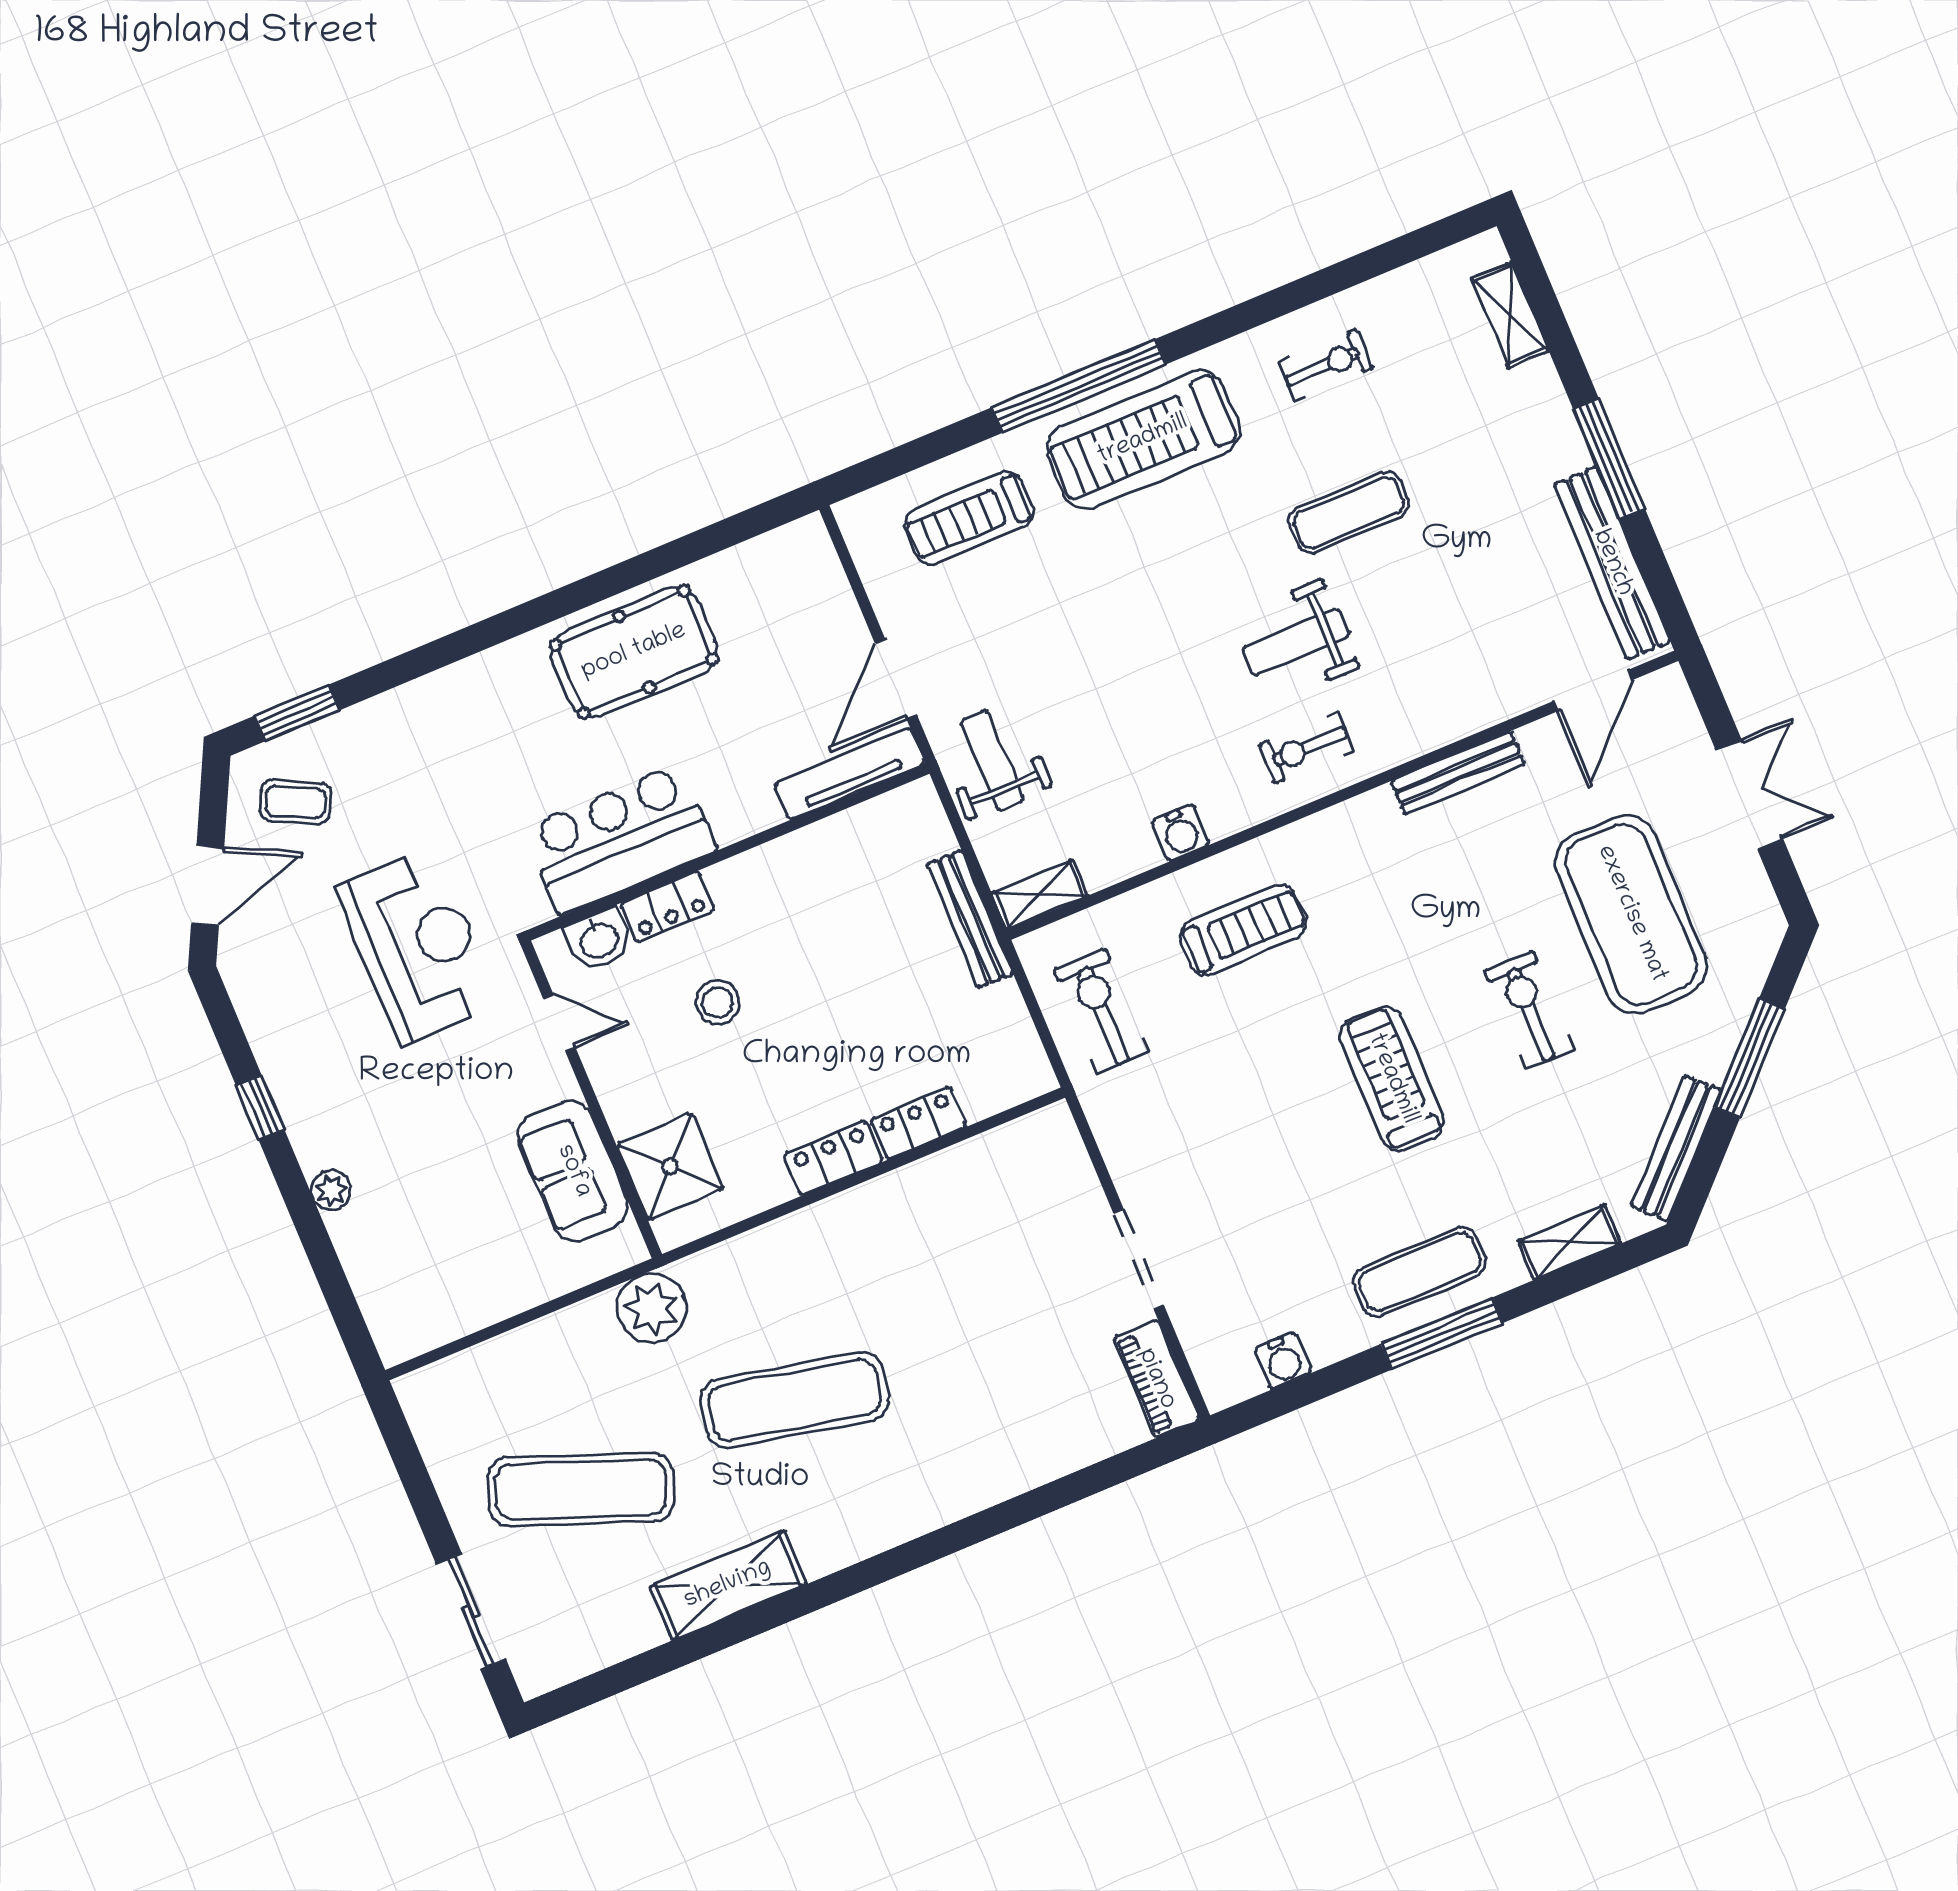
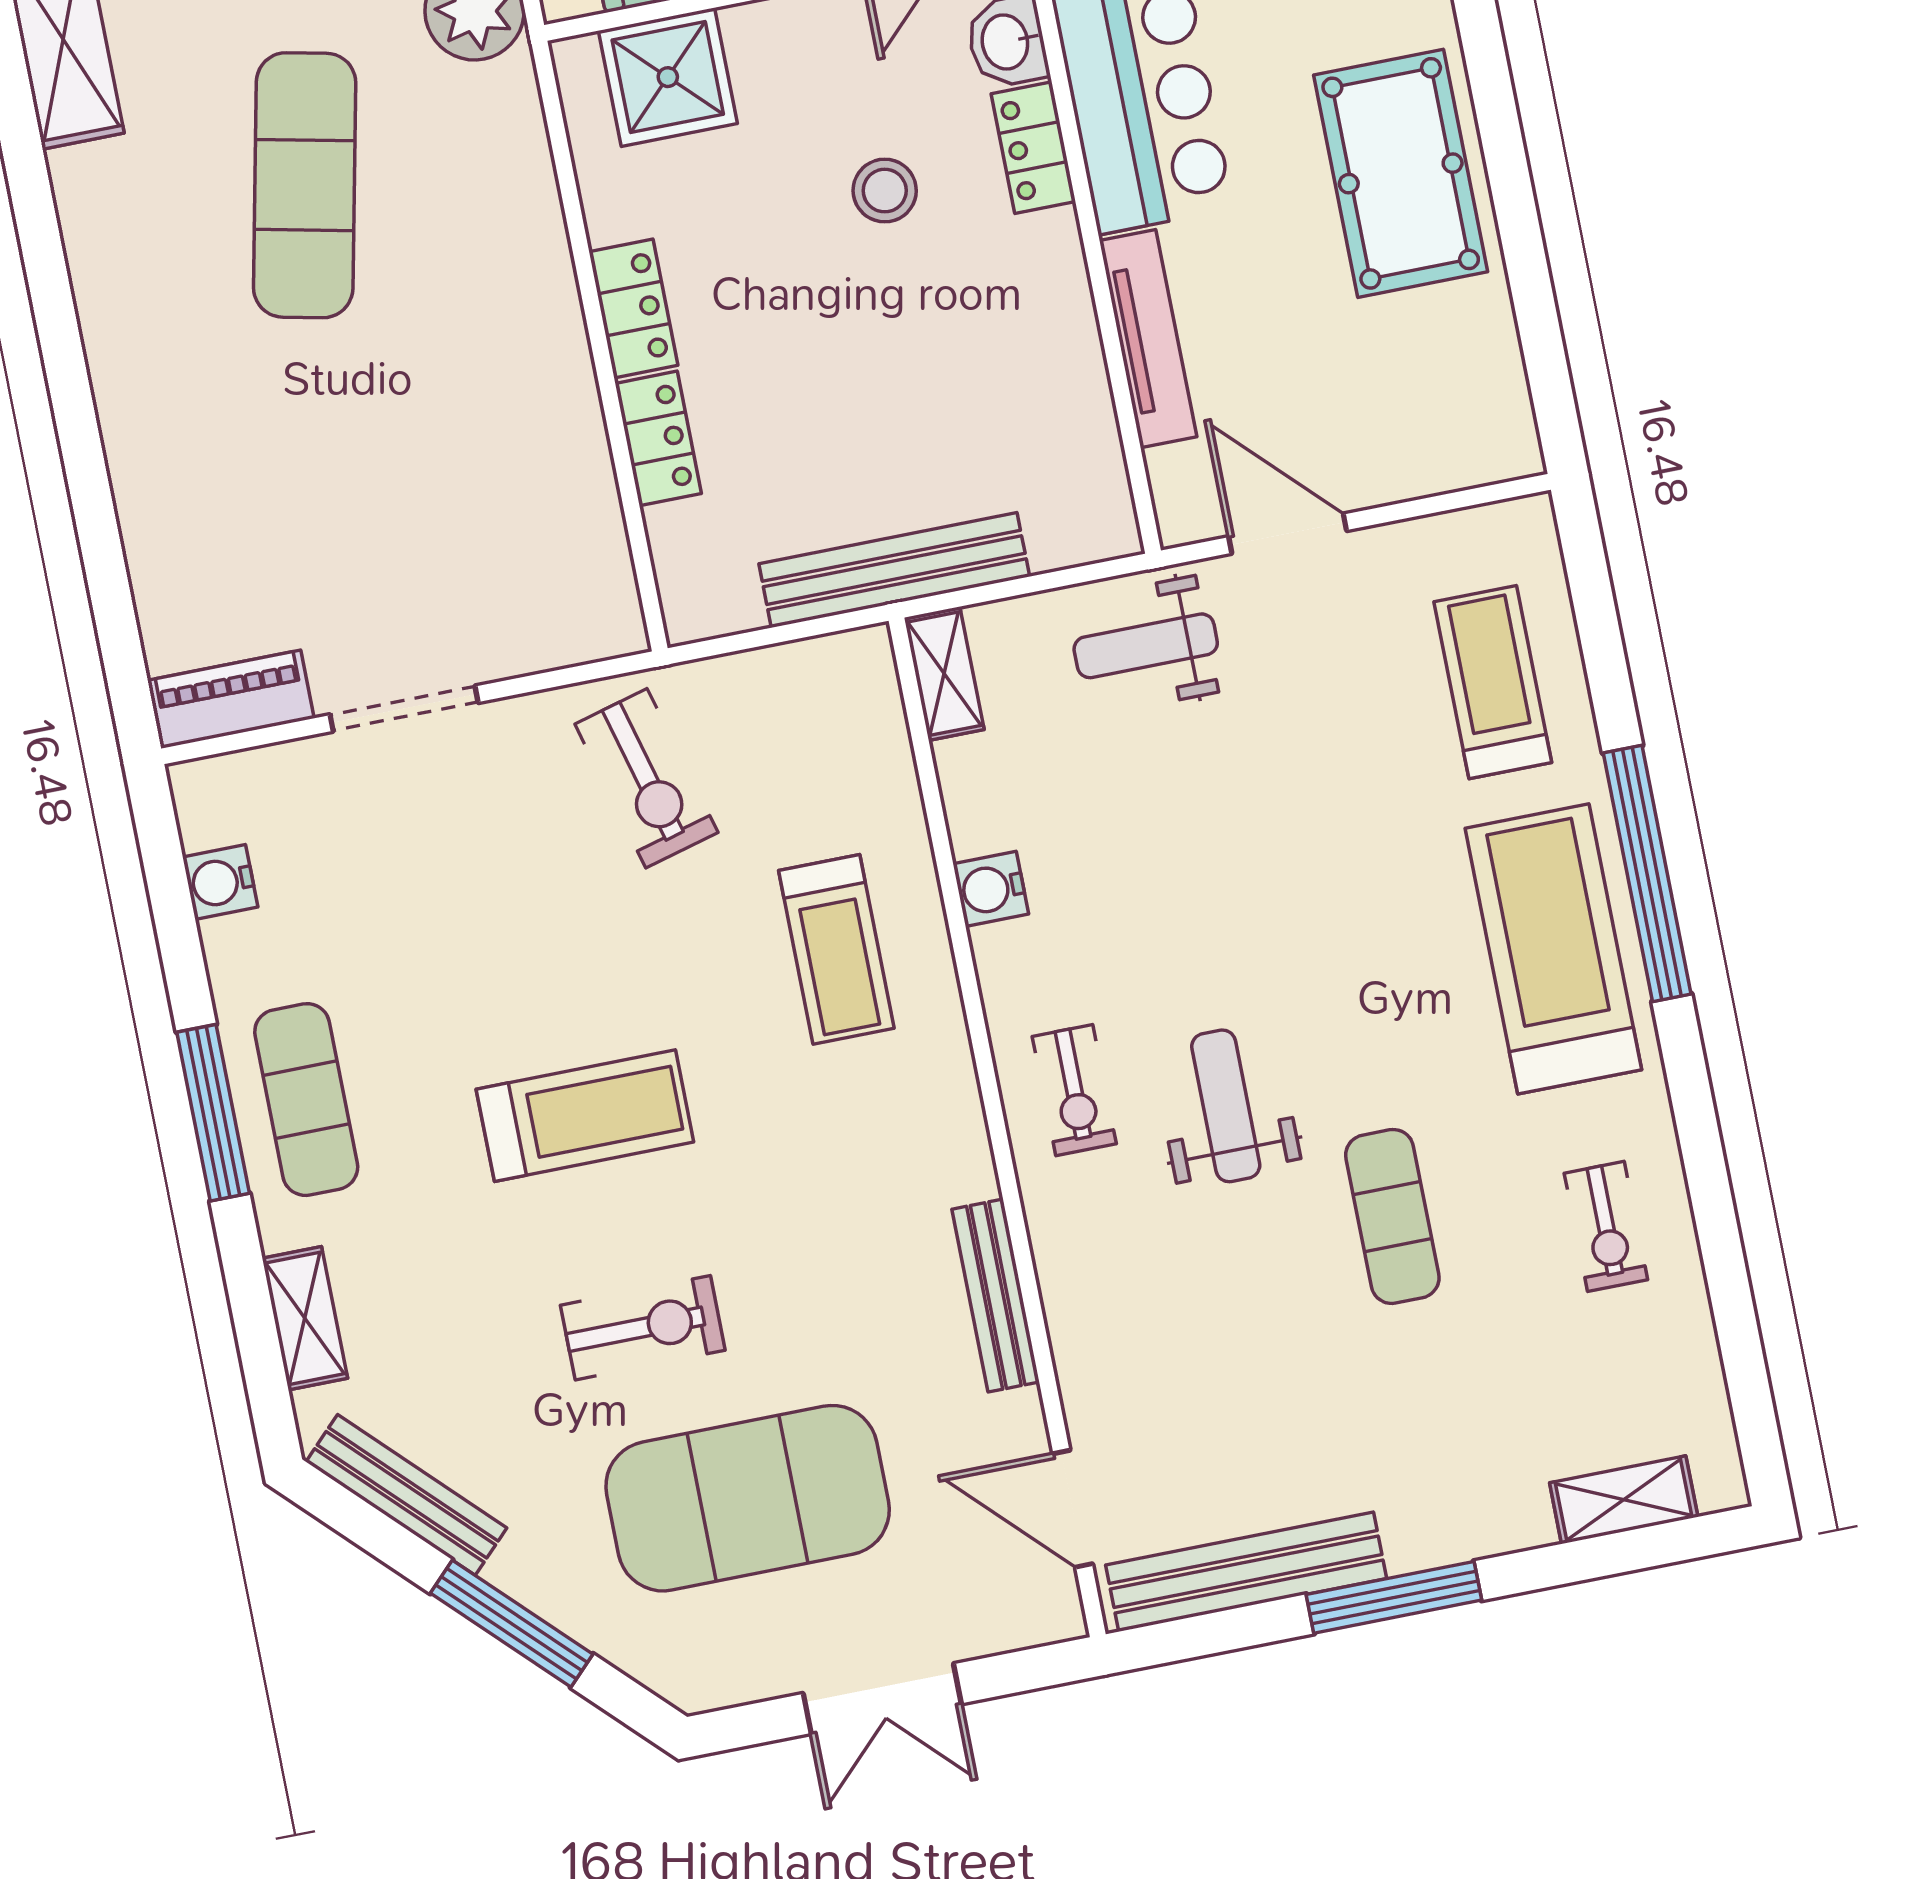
exercise bike: (1306, 748) -> (1074, 1090), turned 180
weight bench: (993, 761) -> (1146, 646), turned 180
tv unit: (850, 774) -> (1148, 339), moved
bench: (970, 919) -> (894, 570), width x1.37, depth x1.21
exercise bike: (1101, 1011) -> (646, 778), moved, turned 75

